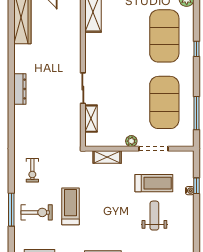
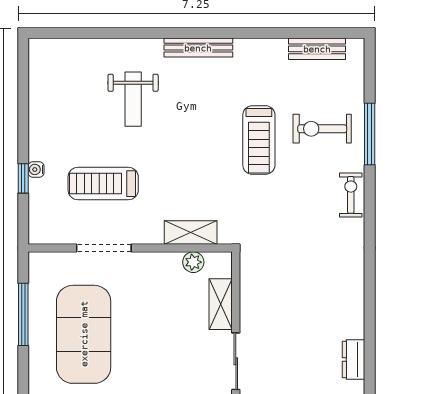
dresser: (20, 89) -> (354, 360), width x0.70
plant: (131, 141) -> (193, 262), moved
exercise bike: (32, 170) -> (351, 195), moved
weight bench: (154, 216) -> (133, 99), moved

